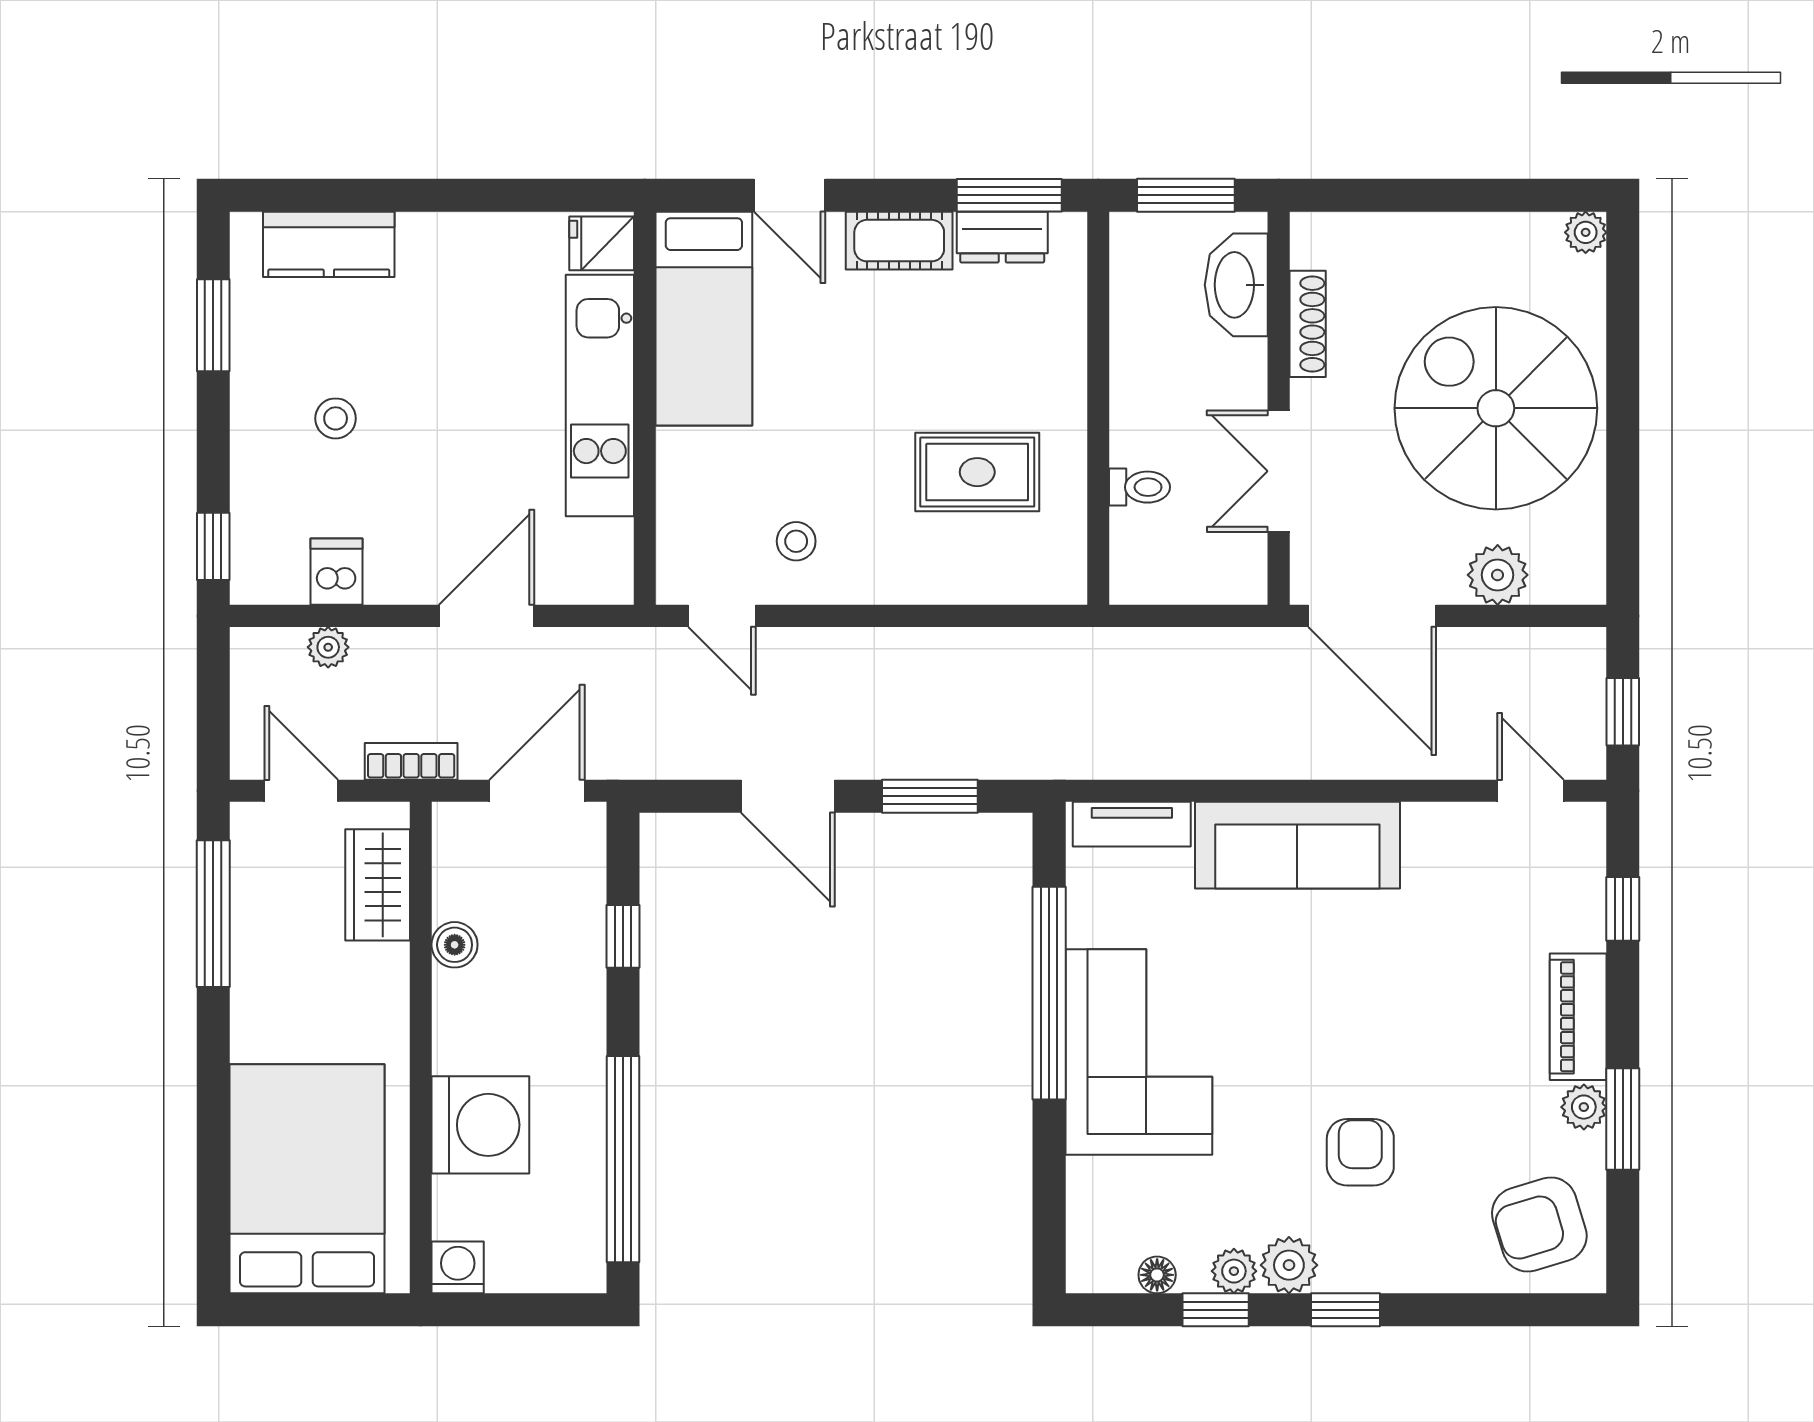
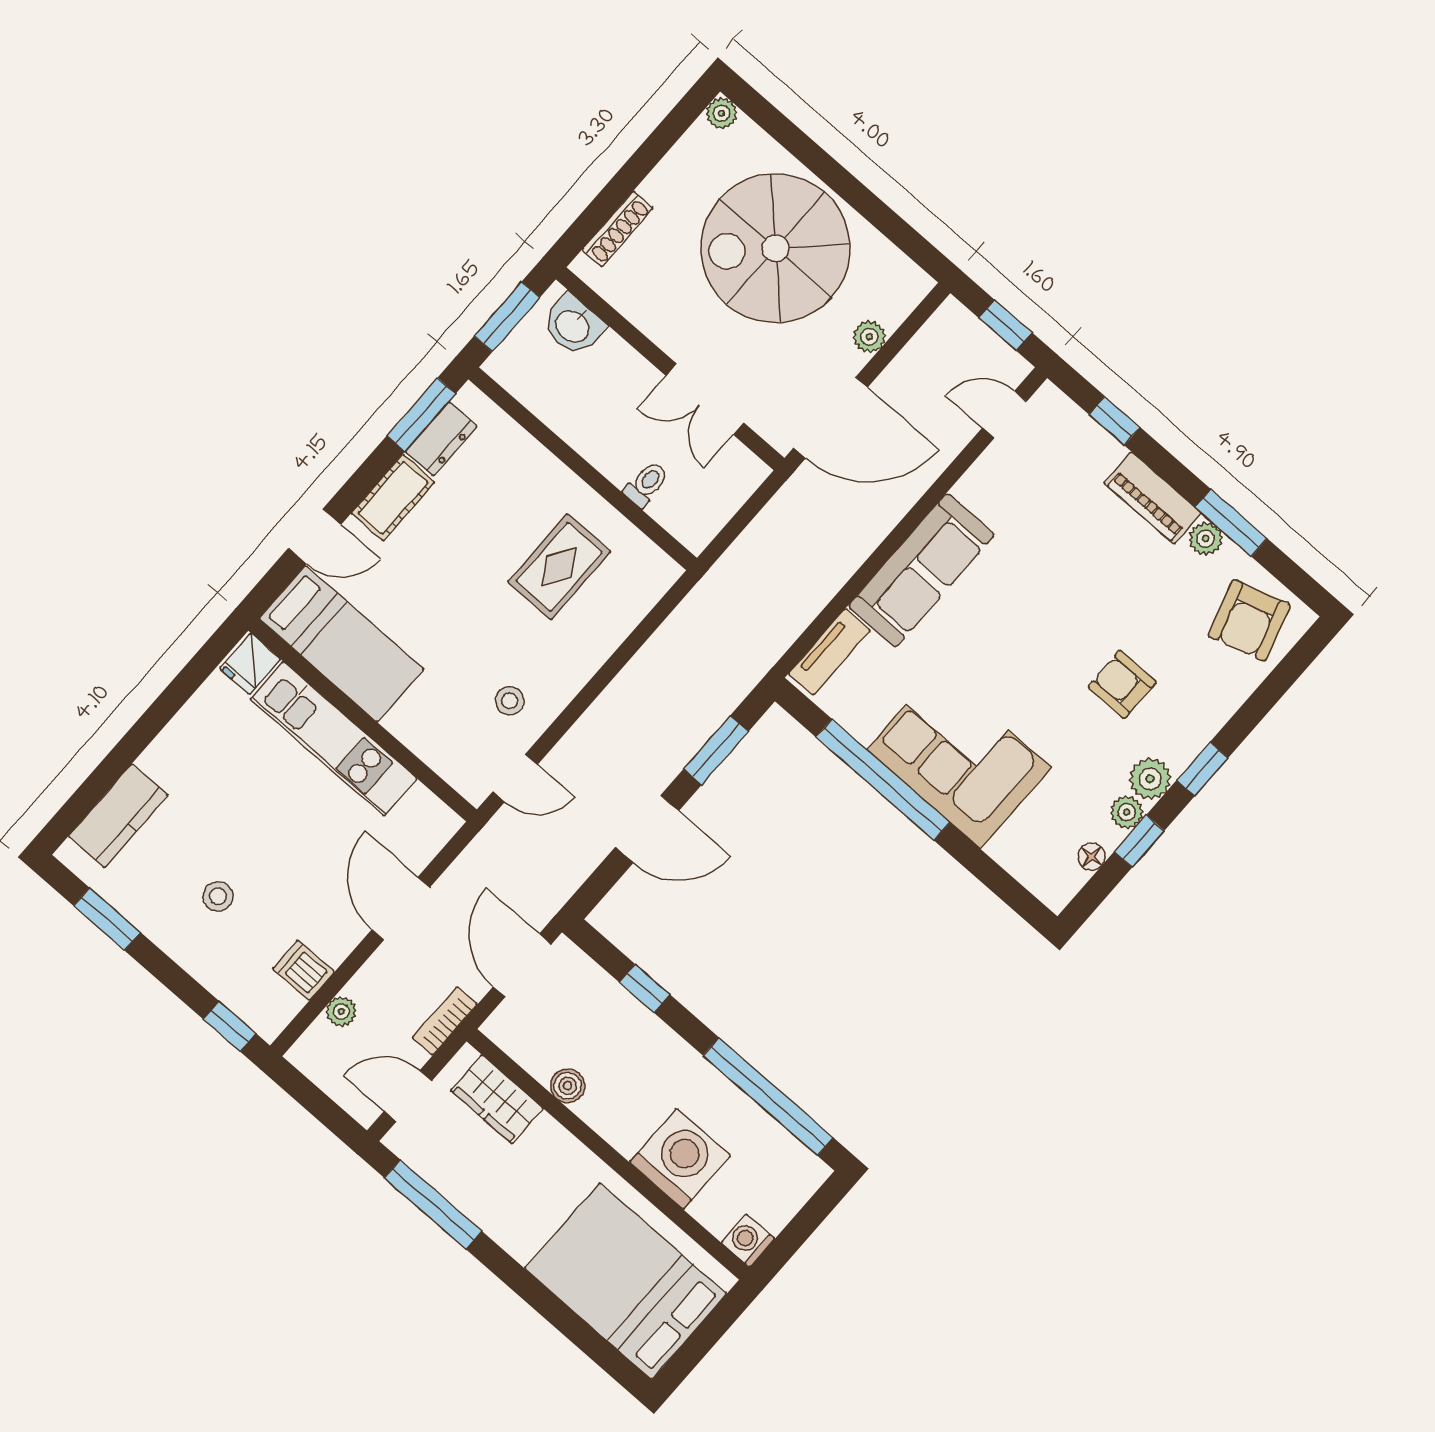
washbasin: (1236, 285) -> (573, 325), width x0.72
shoe rack: (1308, 324) -> (618, 229), moved, turned 90
plant: (1498, 575) -> (869, 337), width x0.73, depth x0.73

